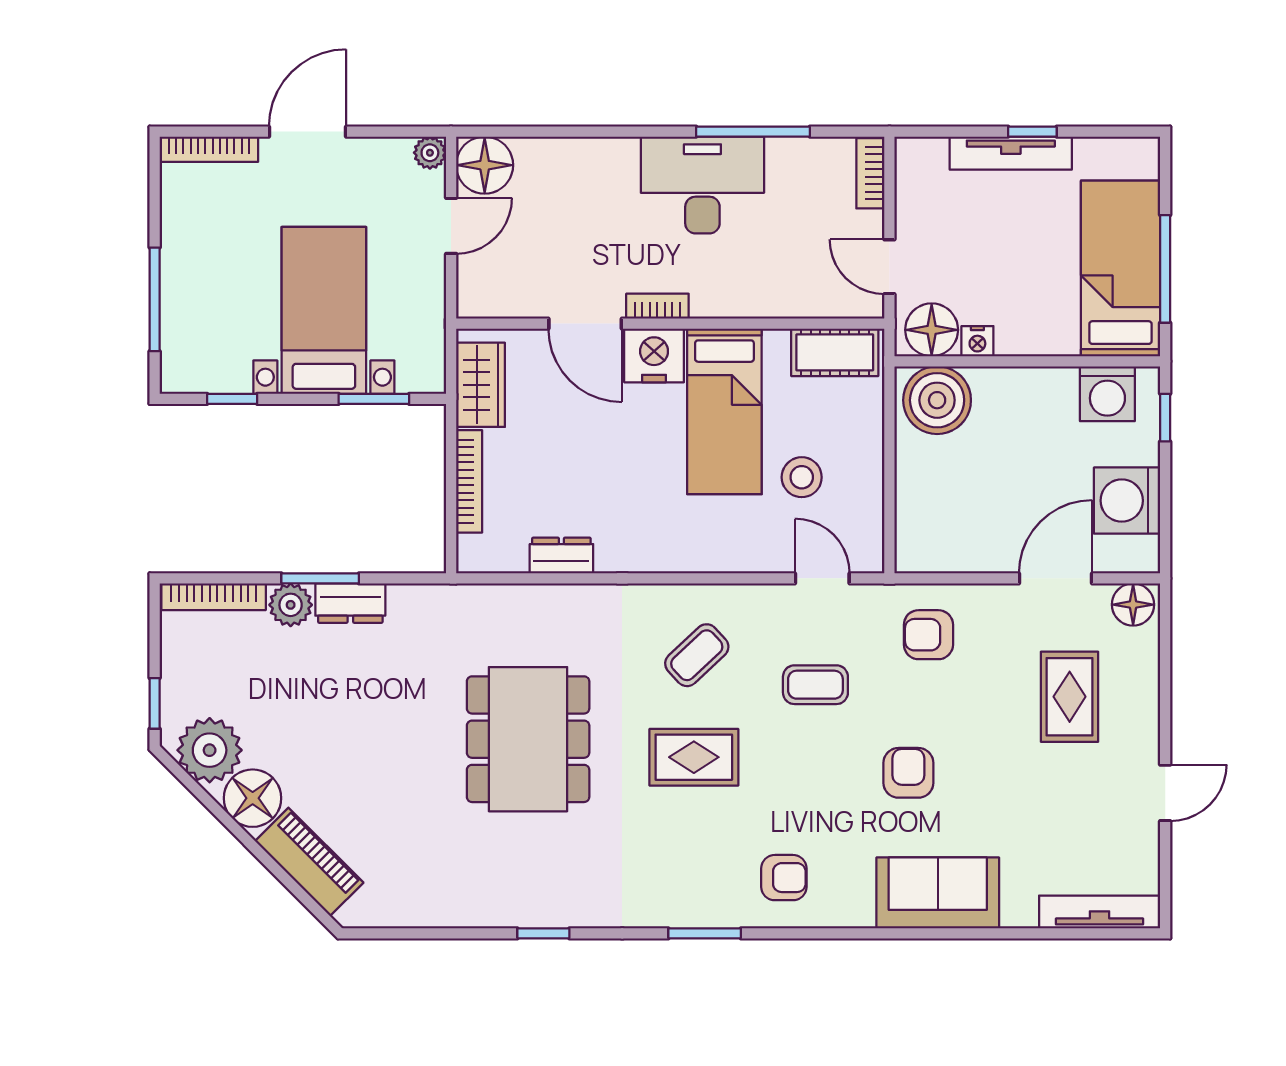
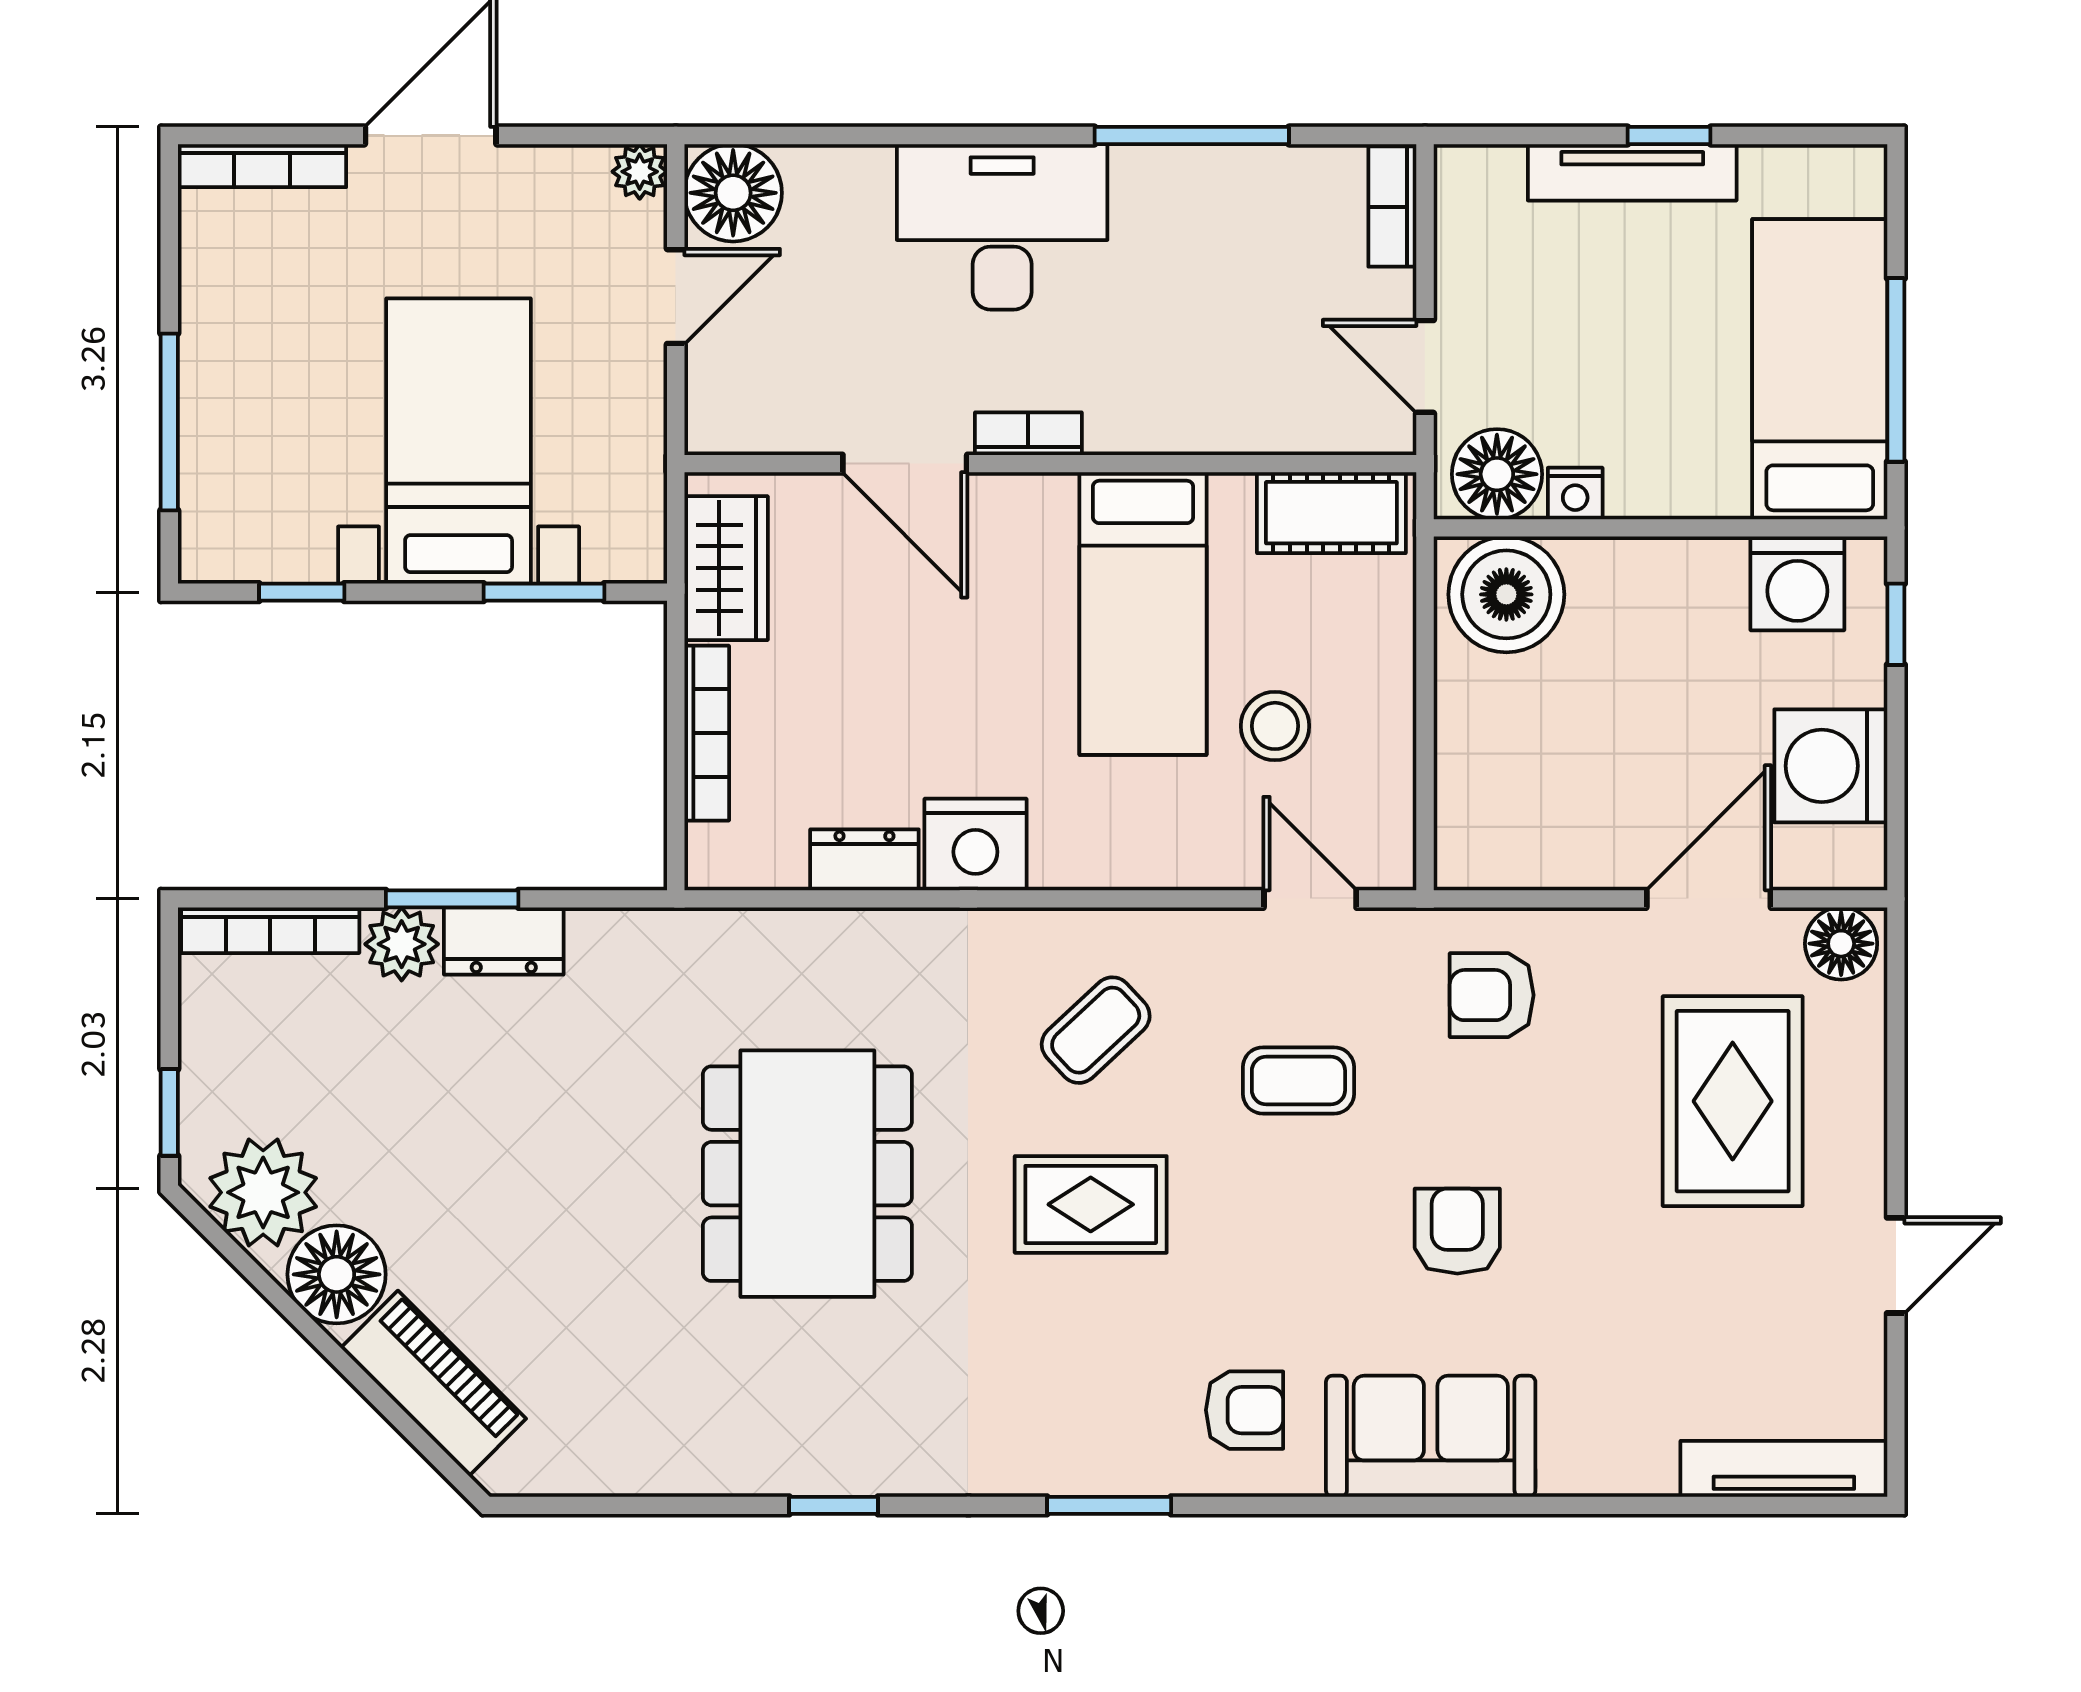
desk: (702, 185) -> (1002, 227), moved
nightstand: (654, 356) -> (975, 845), moved, turned 180
rug: (1070, 697) -> (1733, 1101), width x1.36, depth x1.43
sofa: (938, 893) -> (1431, 1436), moved

